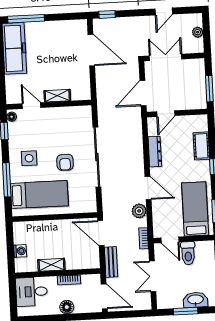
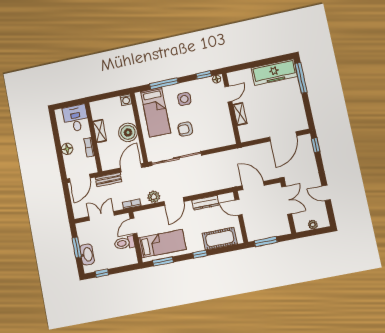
cot: (201, 146) -> (220, 239), width x1.37, depth x1.34
sliding door: (97, 157) -> (176, 158), moved
boiler: (58, 231) -> (128, 132), added
washing machine: (20, 251) -> (126, 100), moved

